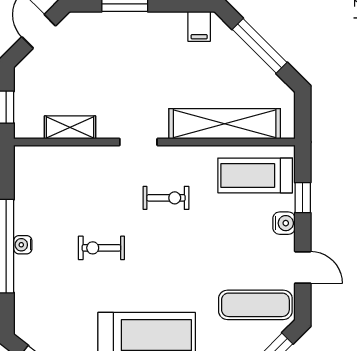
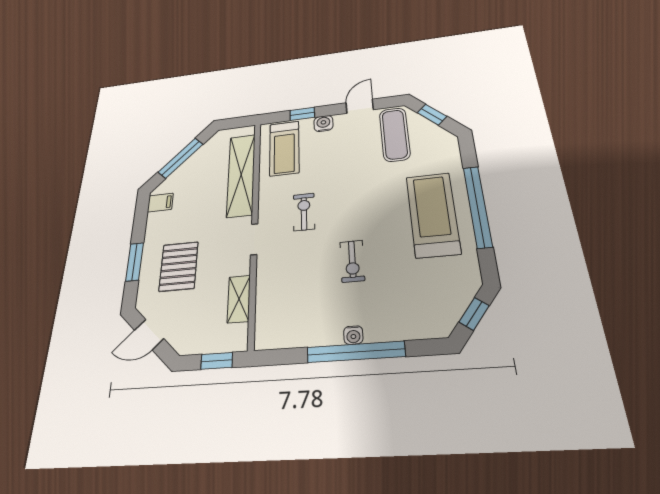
pallet: (114, 57) -> (179, 266), added

